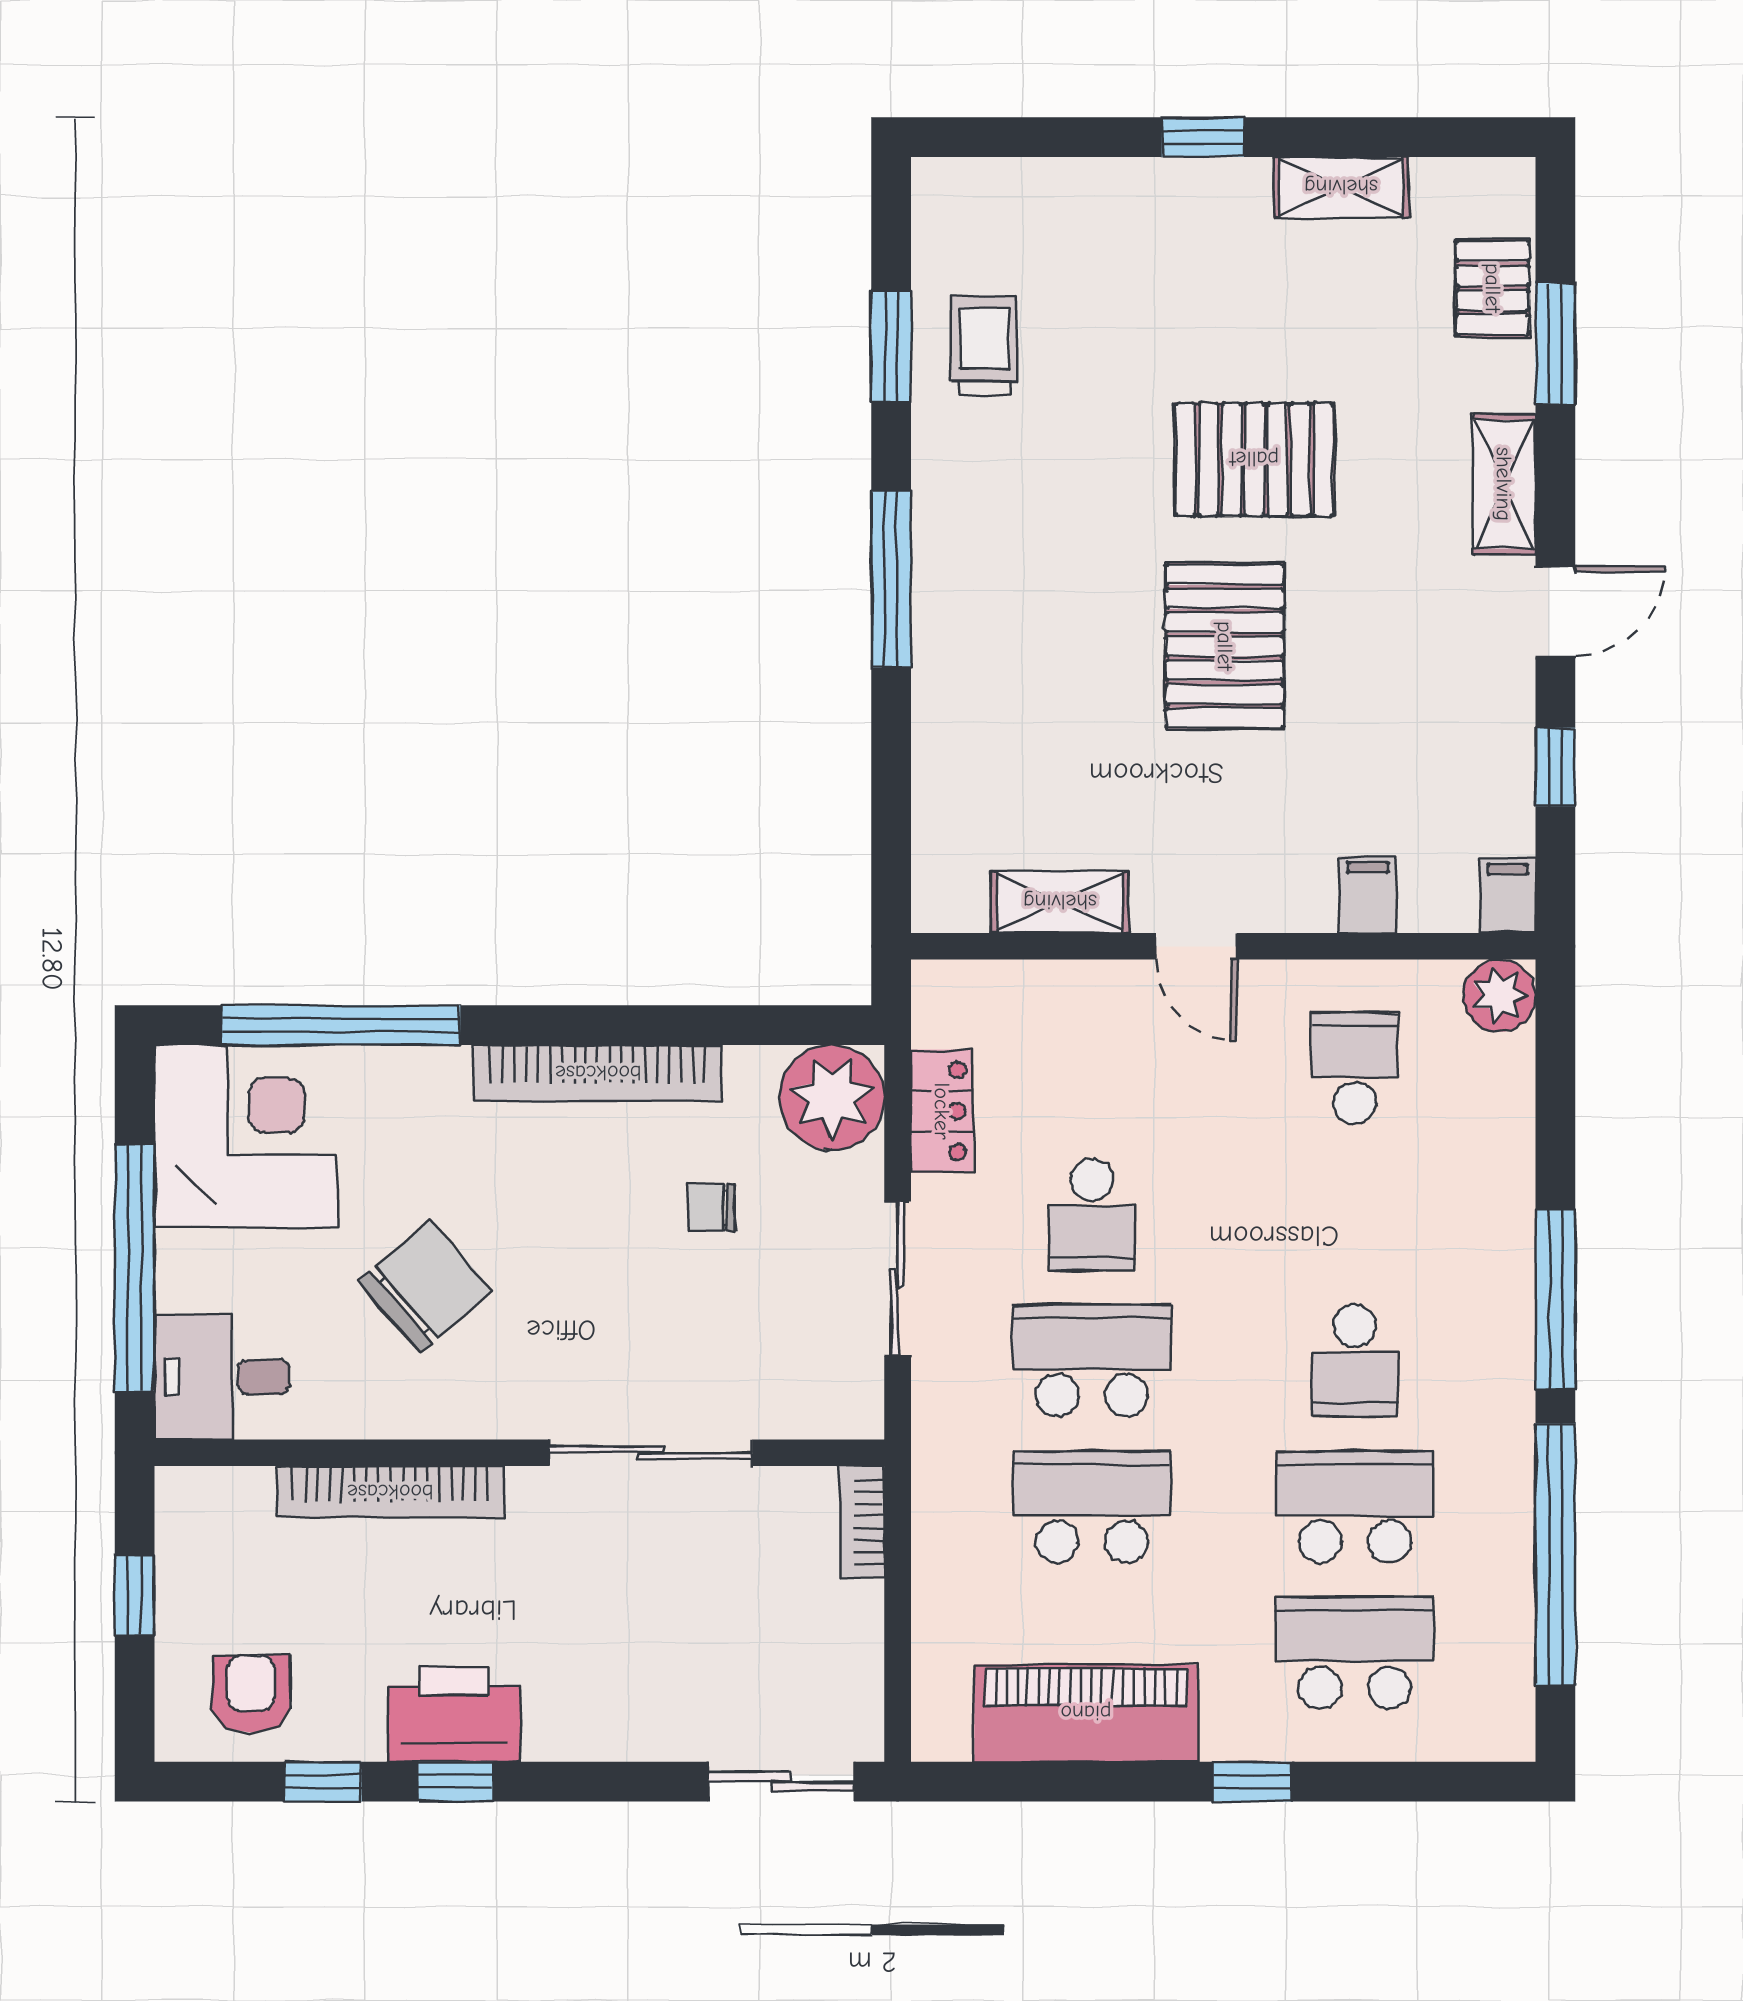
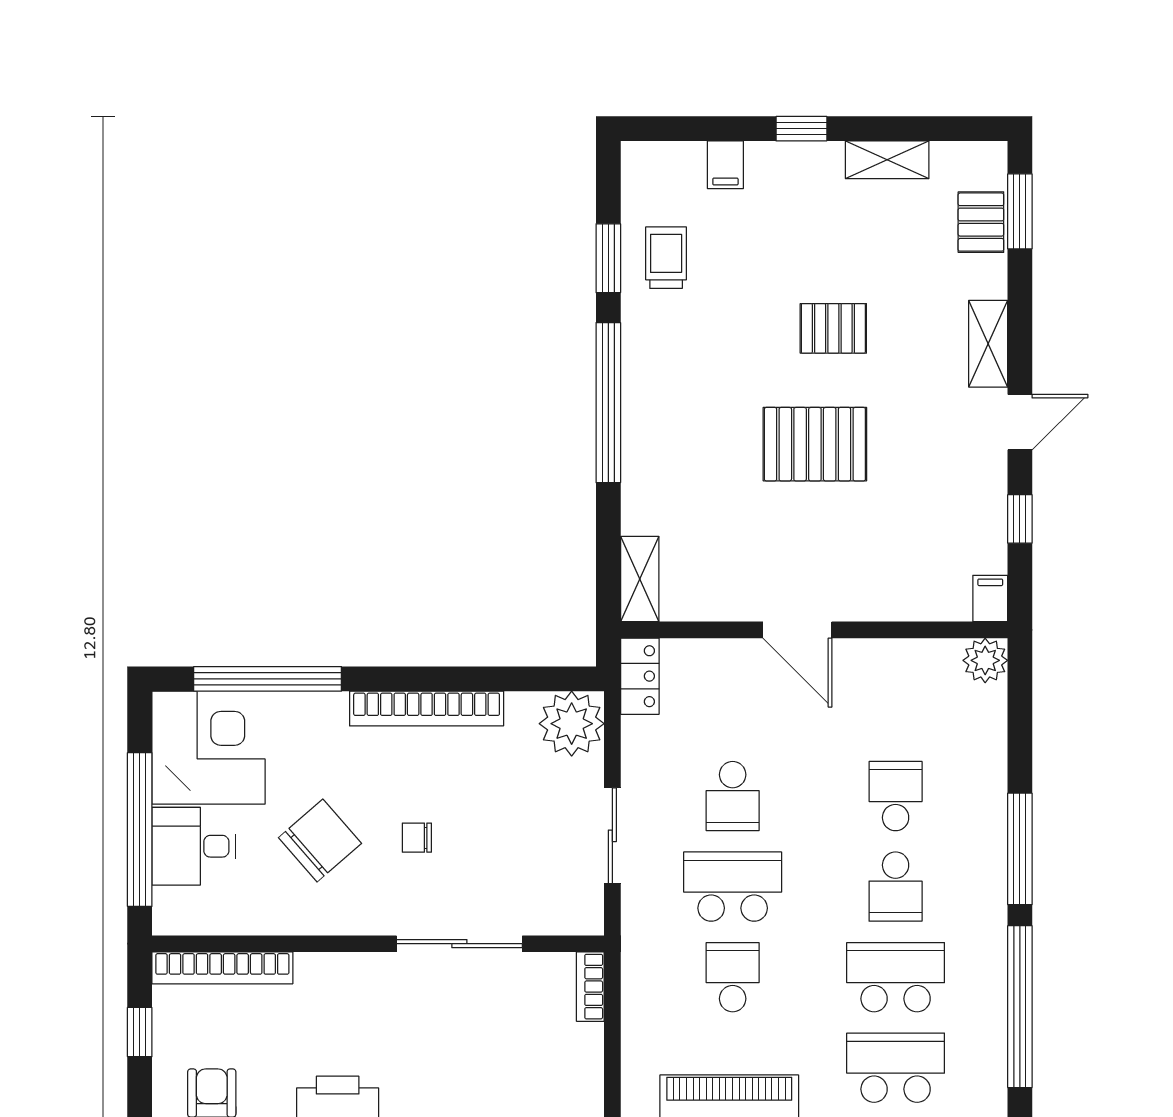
window: (1555, 344) -> (1020, 211), moved
pallet: (1254, 459) -> (833, 328), width x0.67, depth x0.71
window: (891, 579) -> (608, 403), width x1.46
pallet: (1225, 646) -> (815, 444), turned 90
filing cabinet: (1368, 894) -> (725, 165), moved, turned 180
shelving: (1060, 902) -> (640, 579), moved, turned 90
door: (1196, 946) -> (797, 630), width x1.38
school desk: (1355, 1068) -> (896, 796), moved
locker: (942, 1111) -> (640, 676), moved
chair: (711, 1207) -> (417, 838), moved
desk: (222, 1377) -> (194, 846), moved
bookcase: (390, 1492) -> (222, 968), moved
school desk: (1092, 1507) -> (733, 977), width x0.54

